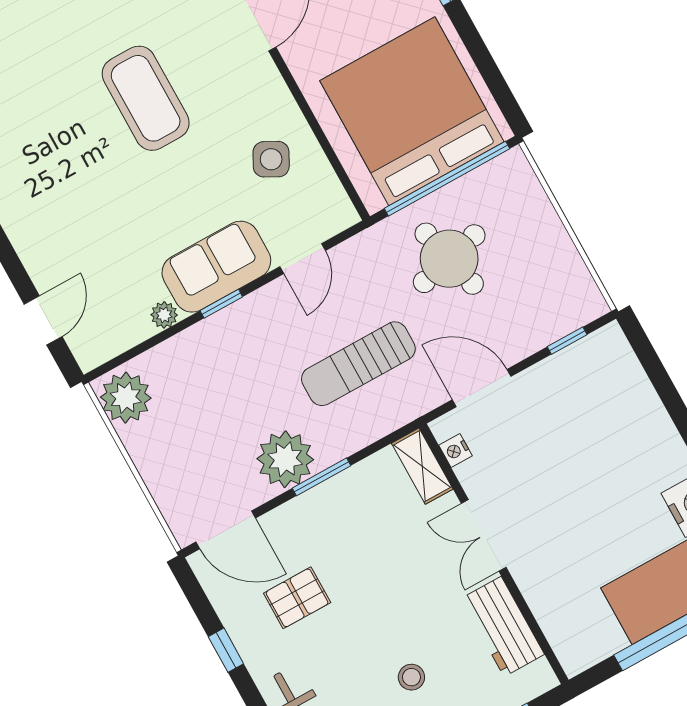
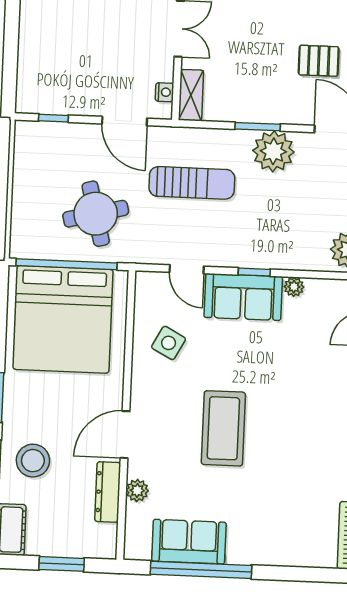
door: (303, 259) -> (187, 269), swing flipped

